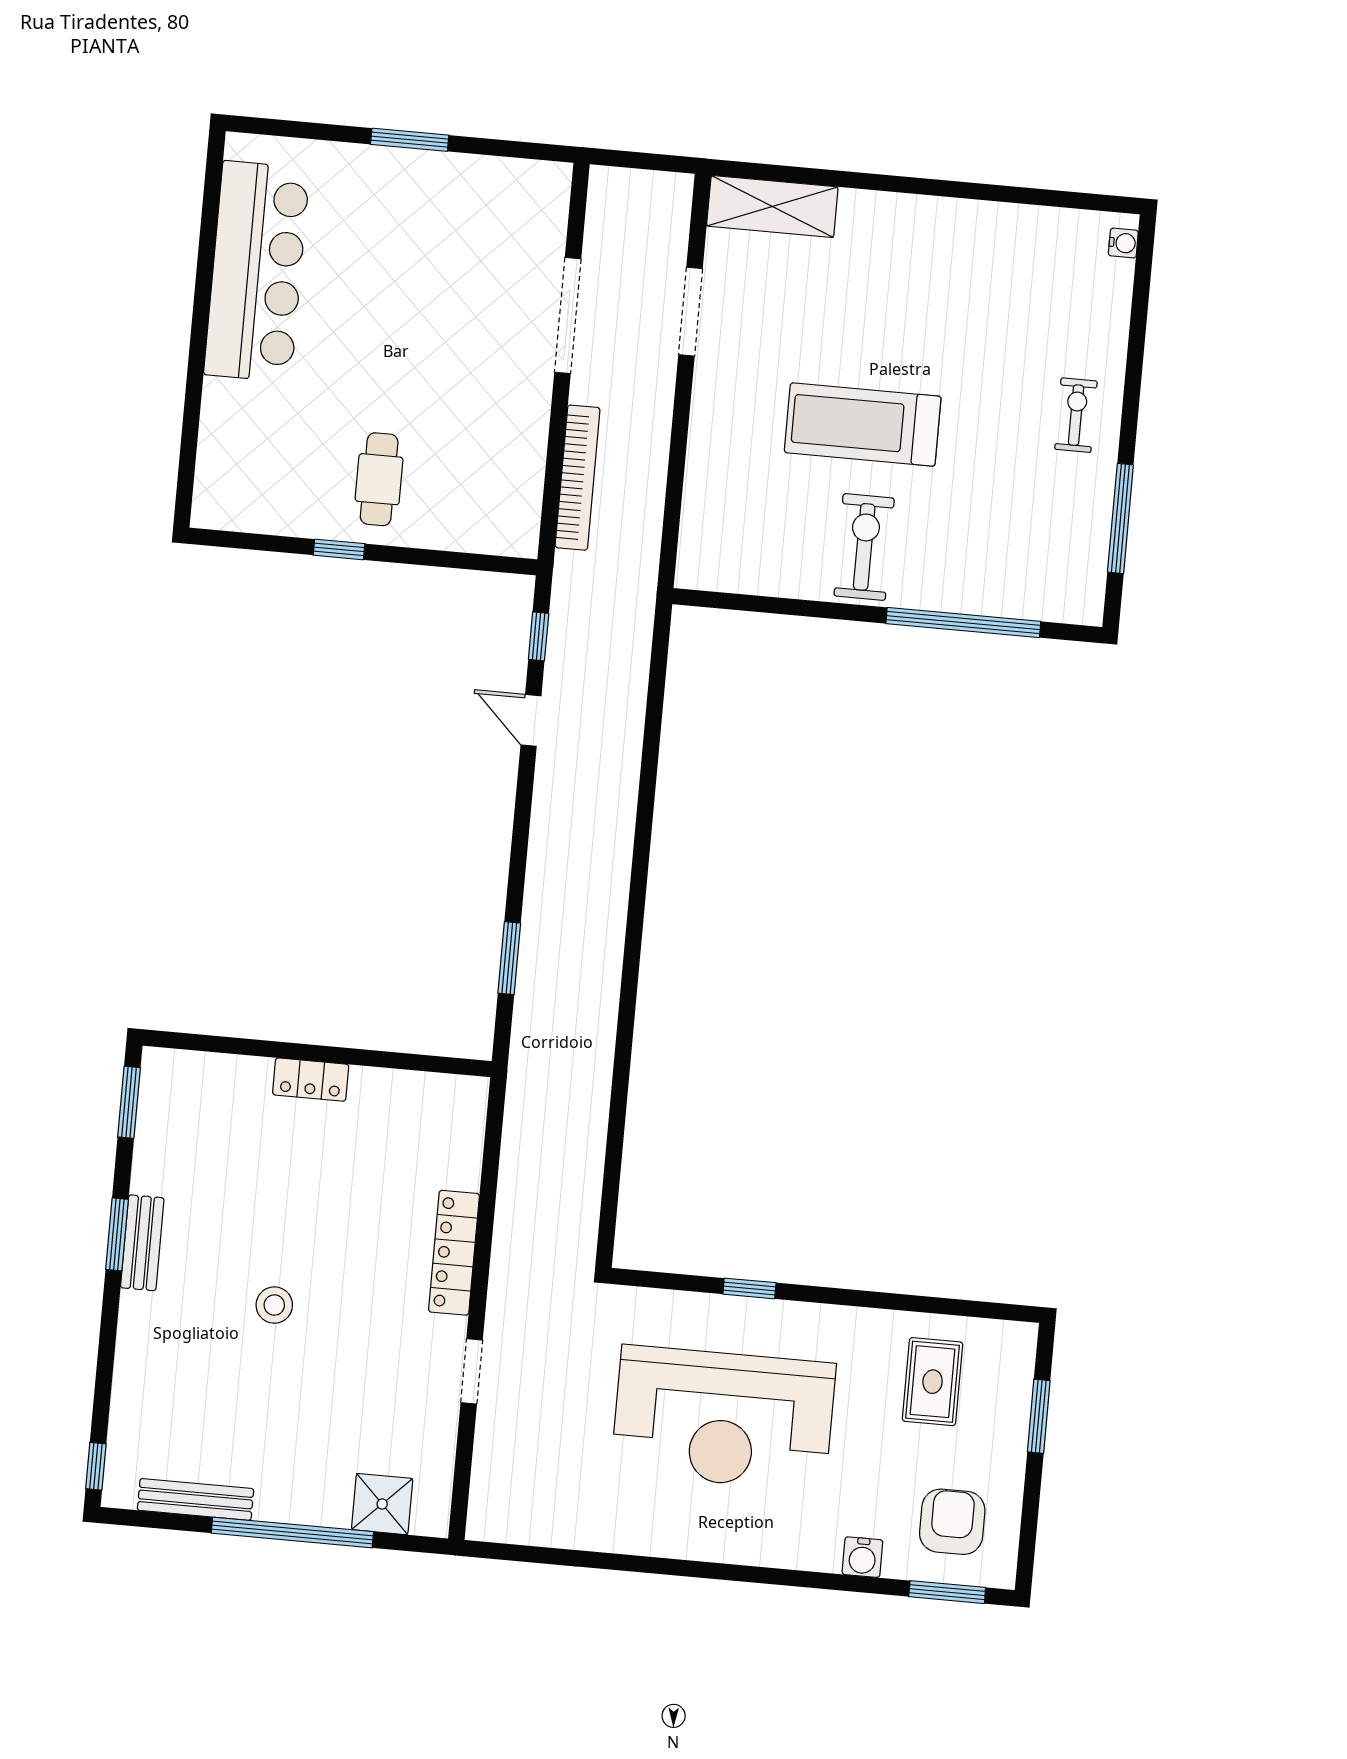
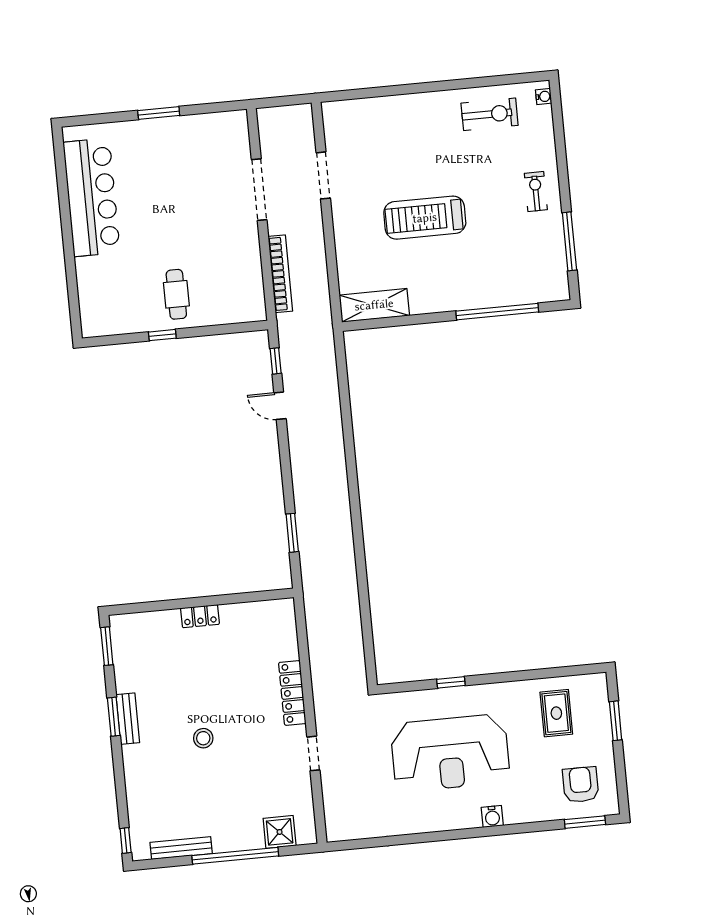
shelving: (772, 206) -> (374, 305), moved
exercise bike: (864, 547) -> (490, 114), moved, turned 90
water cooler: (862, 1557) -> (492, 816), moved

